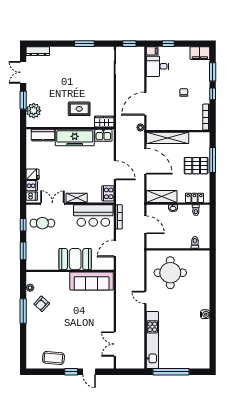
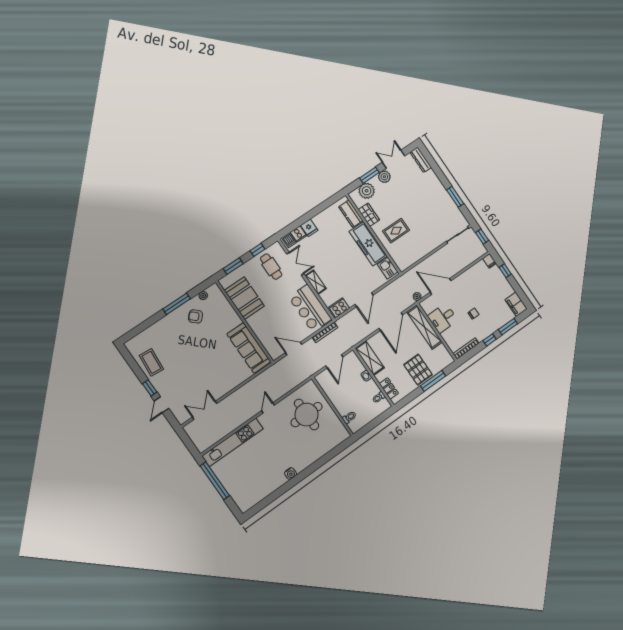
desk: (158, 66) -> (443, 318), moved, turned -90
plant: (32, 89) -> (384, 177), added
rug: (79, 109) -> (396, 231), turned 90
wardrobe: (104, 122) -> (369, 215), moved
booth: (75, 259) -> (244, 298), moved

